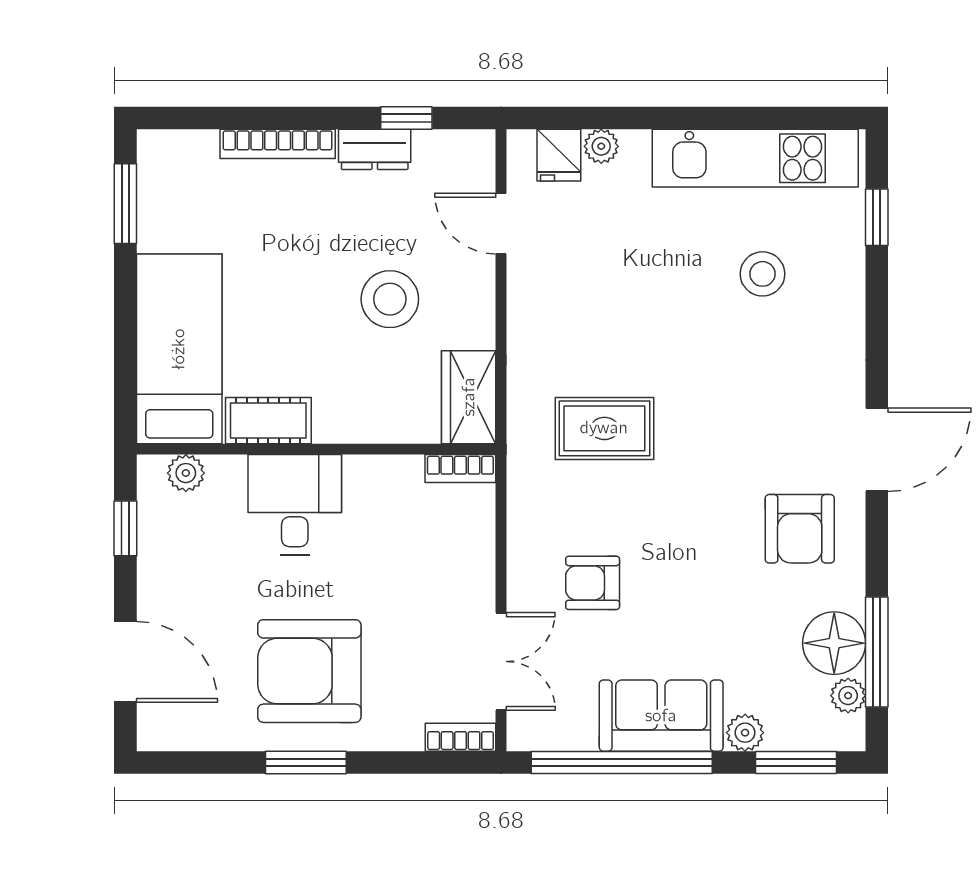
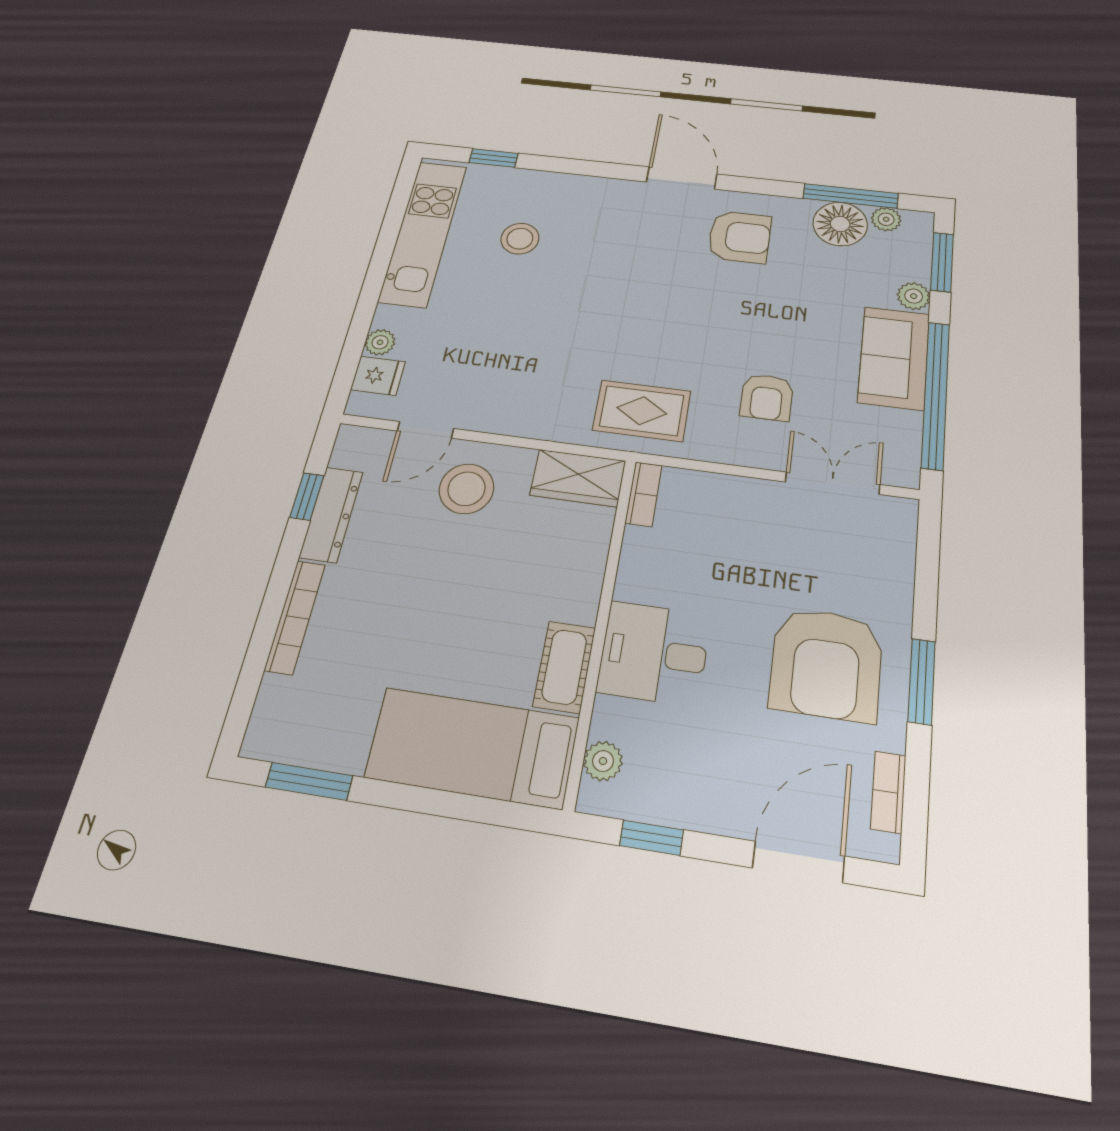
dresser: (375, 149) -> (331, 514), width x1.44
stool: (390, 299) -> (466, 489), moved
rug: (604, 428) -> (642, 411), moved, turned 90
bookcase: (461, 737) -> (888, 792), moved

